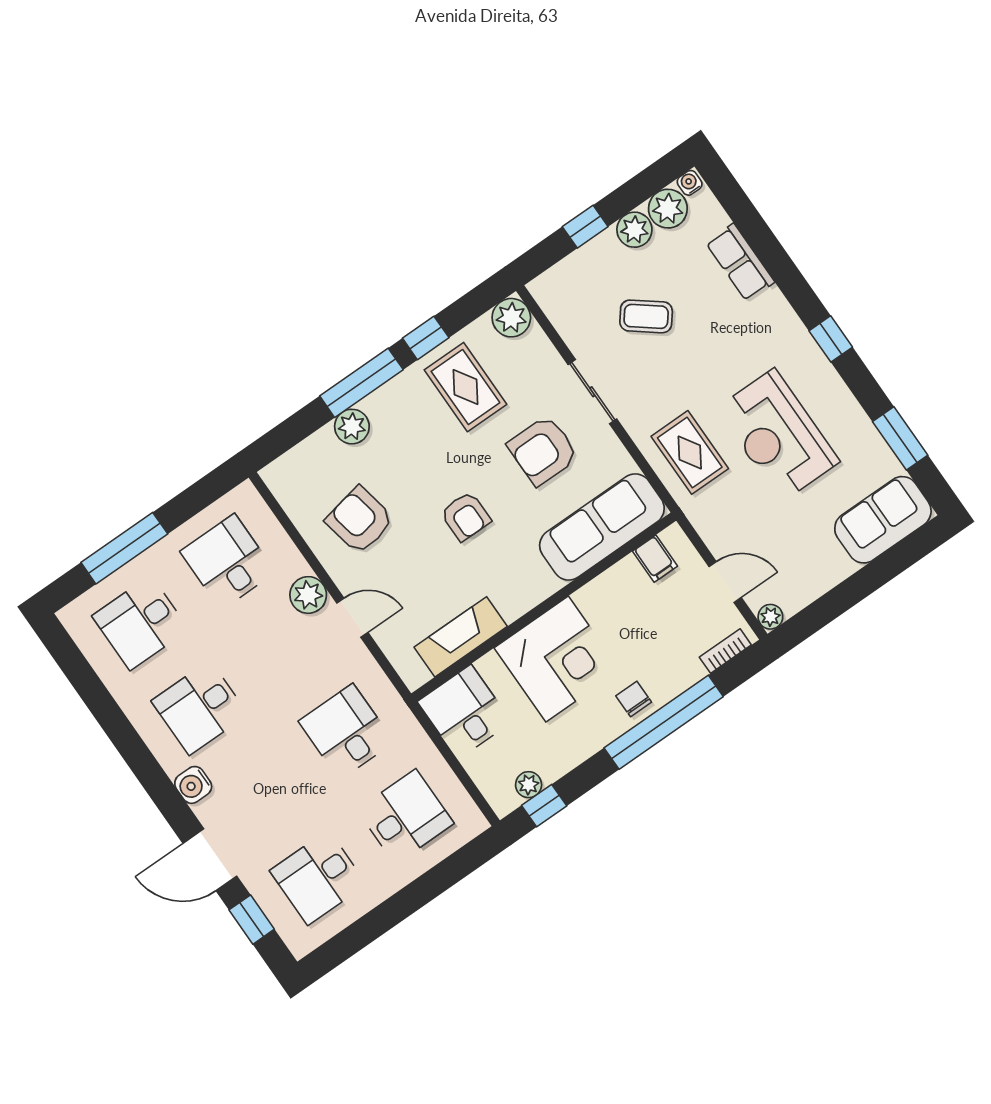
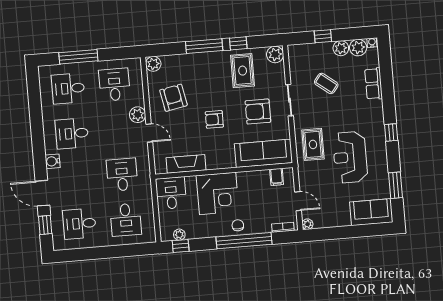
plant: (352, 427) -> (153, 64), moved
armchair: (466, 516) -> (214, 119), turned 90
desk: (405, 817) -> (126, 220), turned 90

